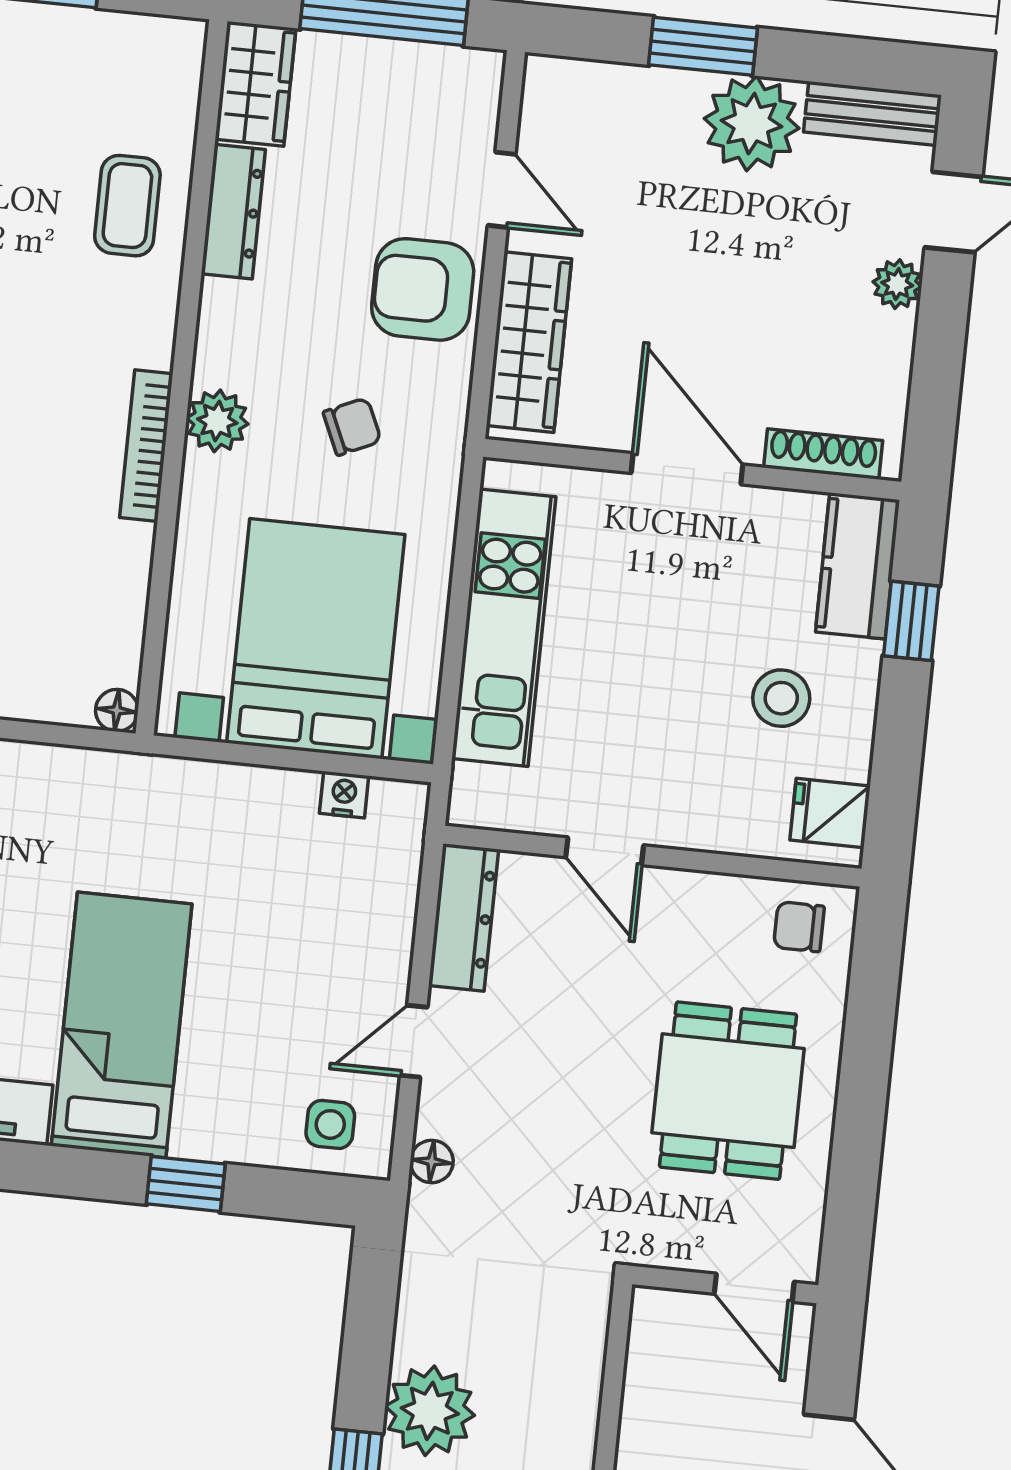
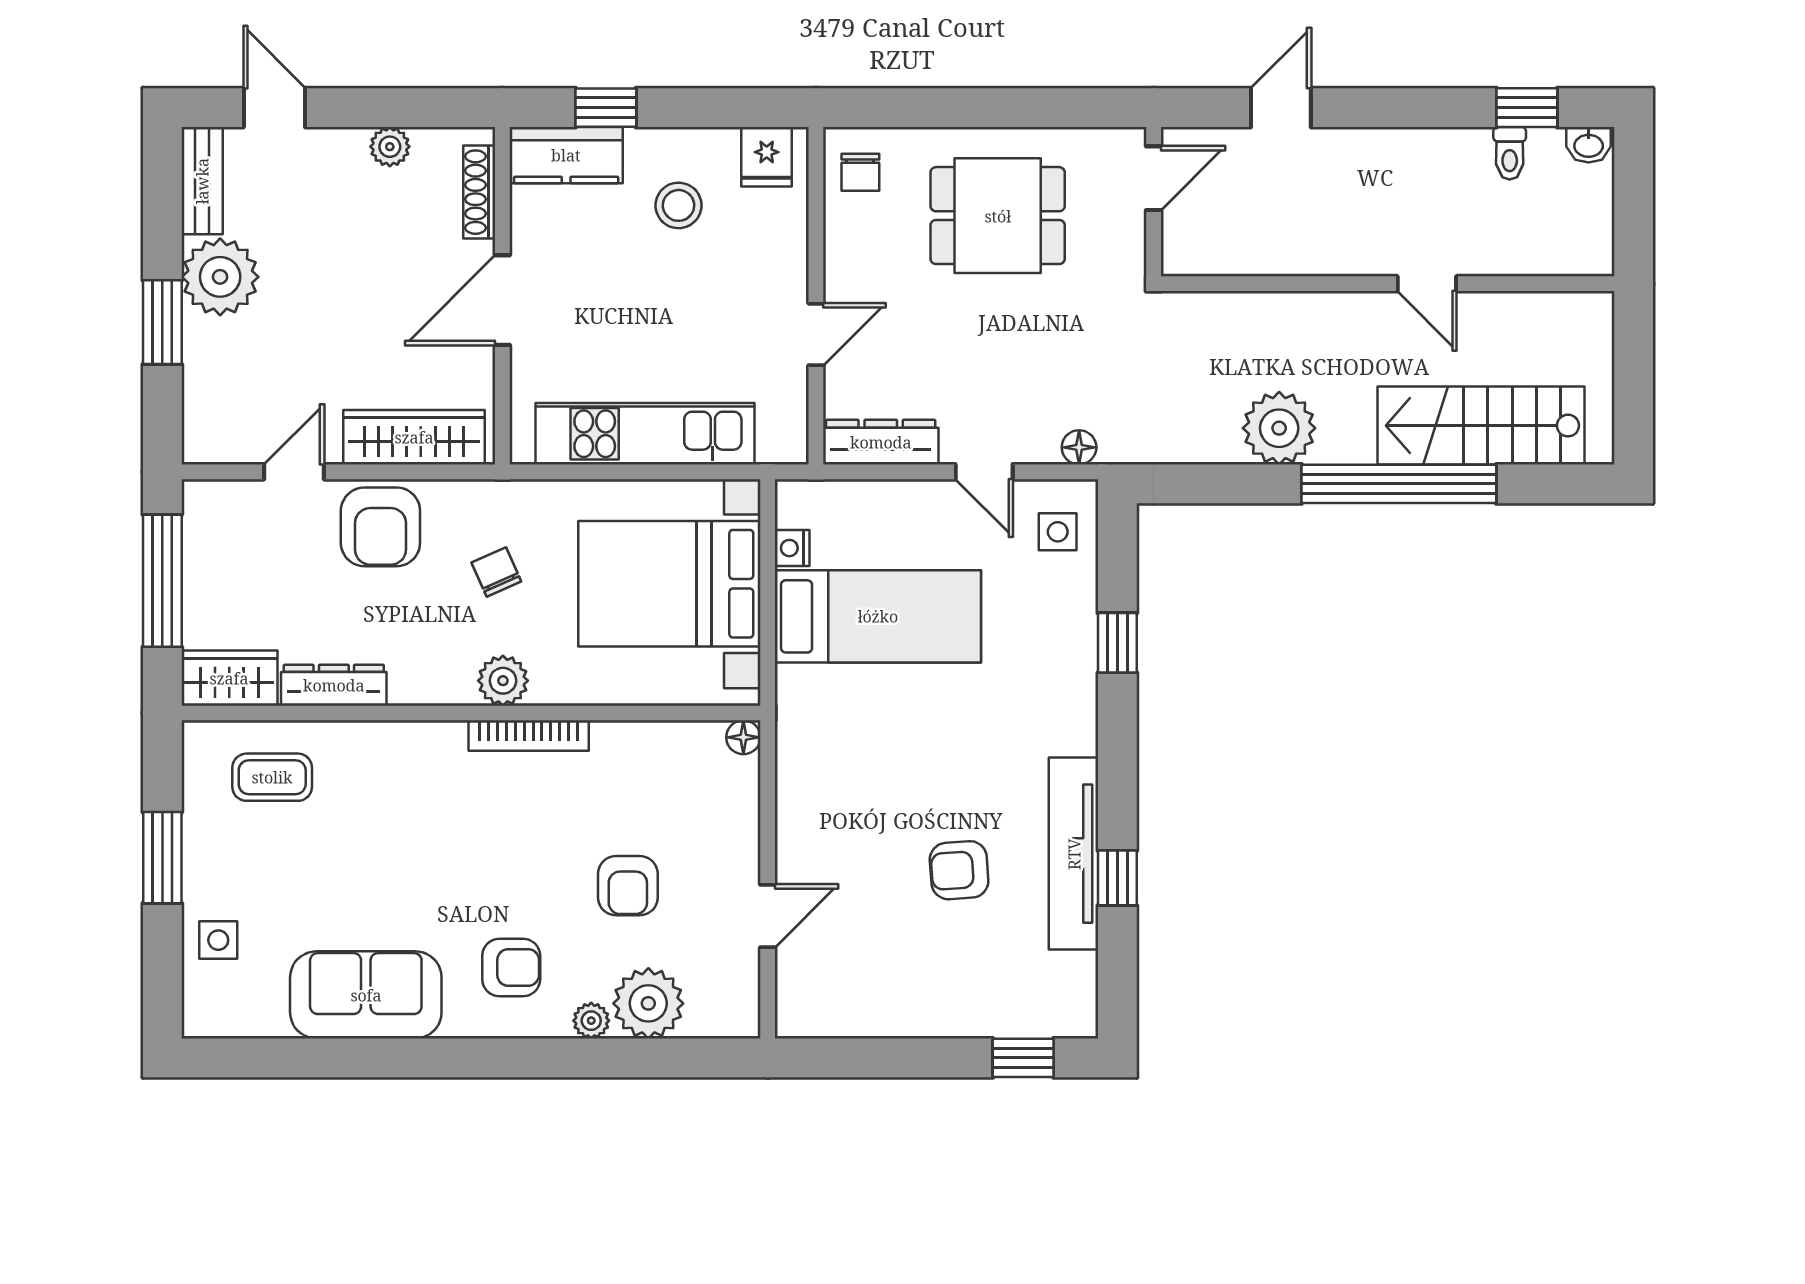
coffee table: (127, 206) -> (272, 777), moved
plant: (897, 284) -> (390, 147), moved
bed: (122, 1025) -> (878, 616), moved, turned 180

